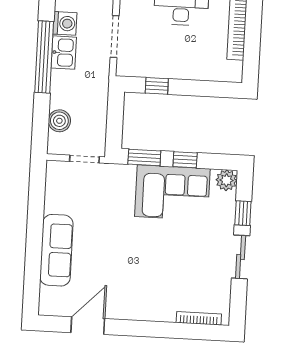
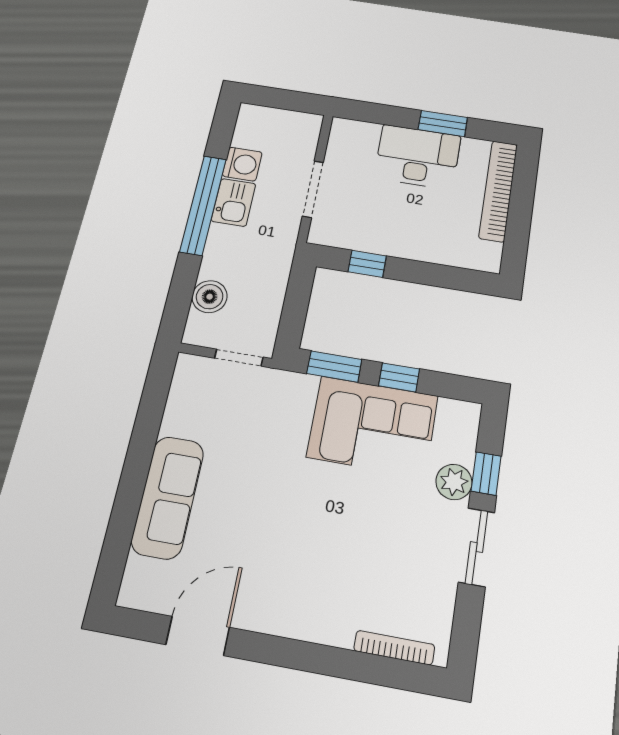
plant: (226, 180) -> (454, 482), moved

